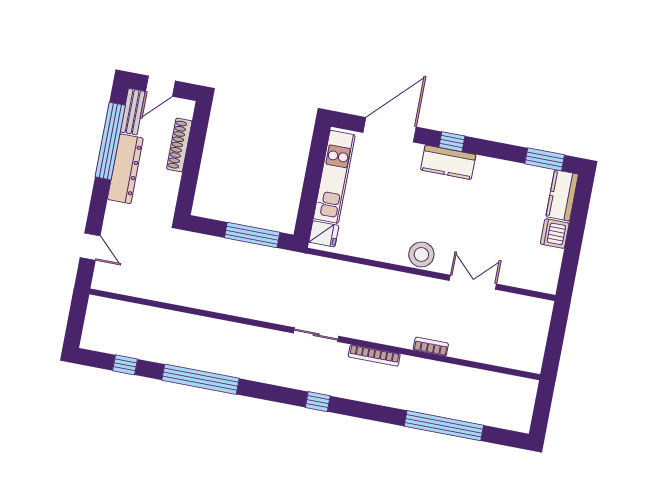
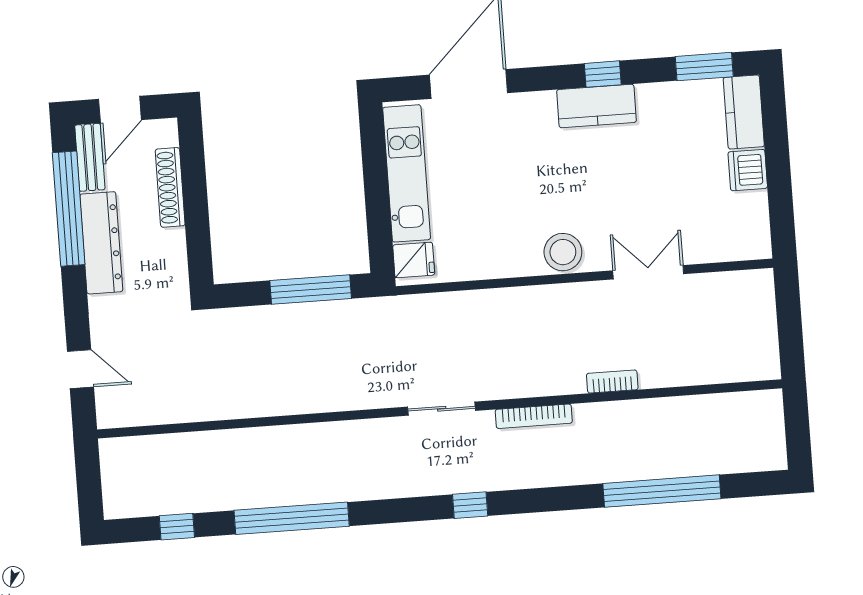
window: (452, 142) -> (603, 74), moved
kitchen counter: (448, 162) -> (596, 106), moved

